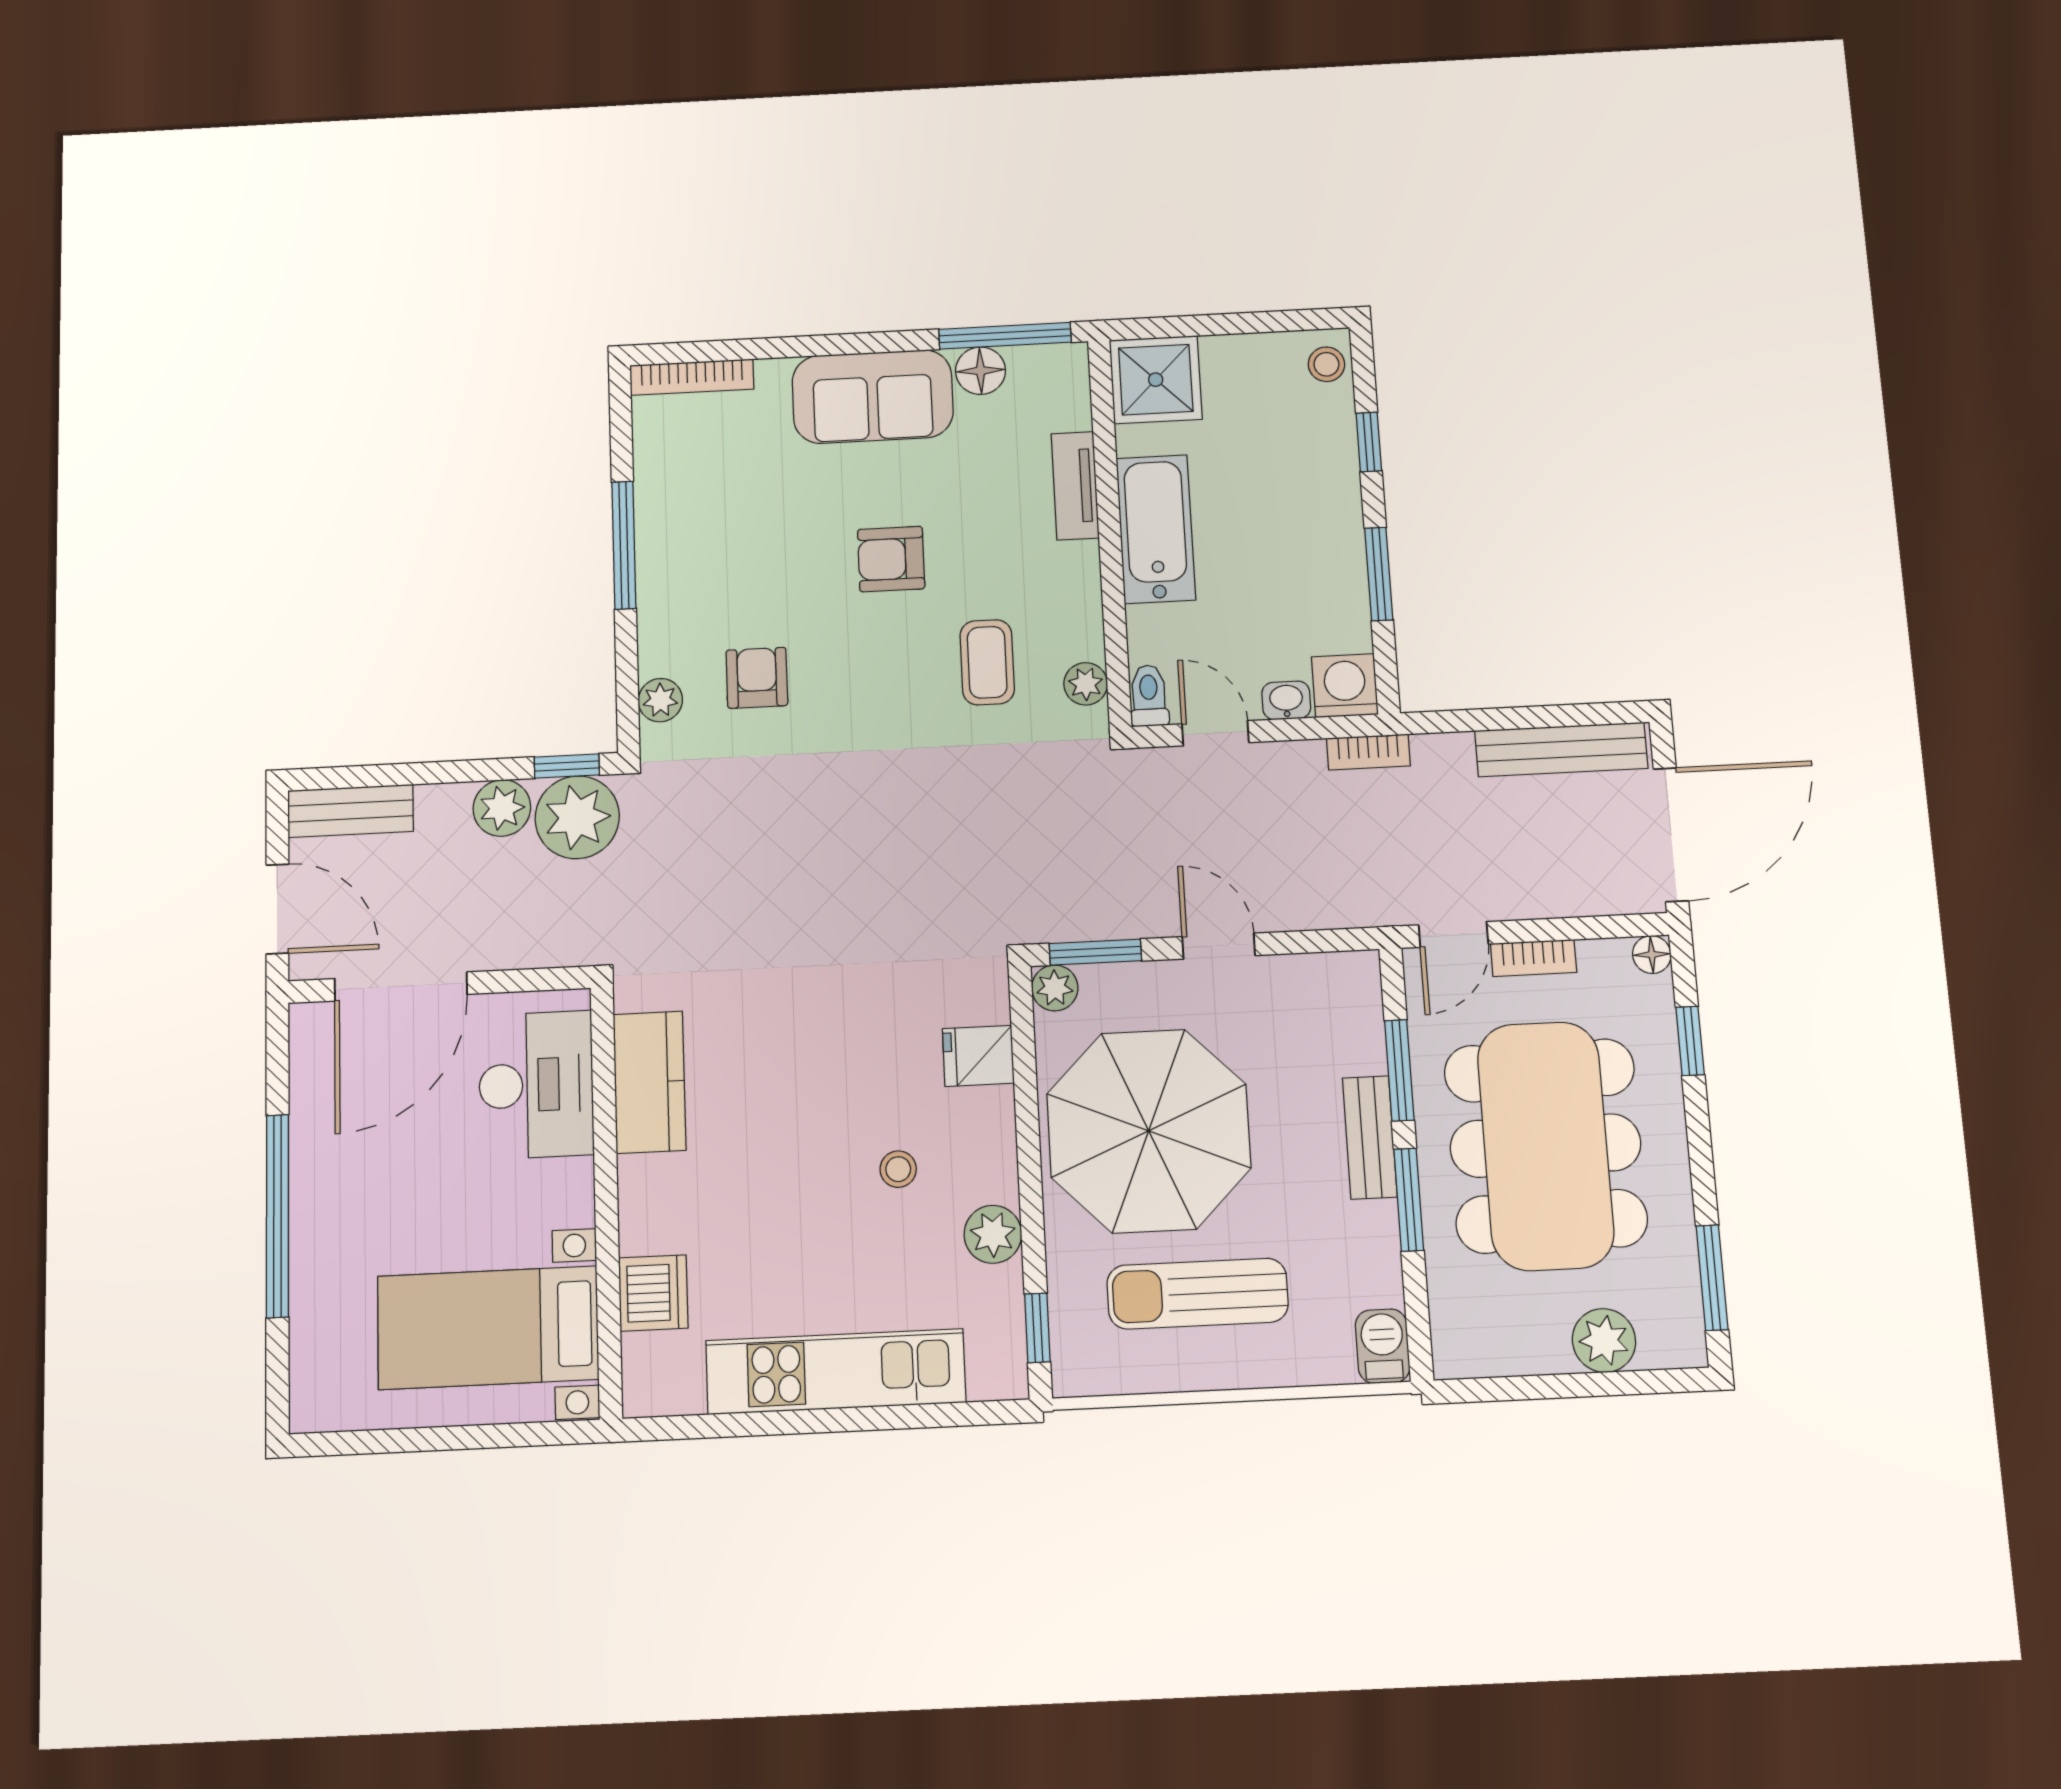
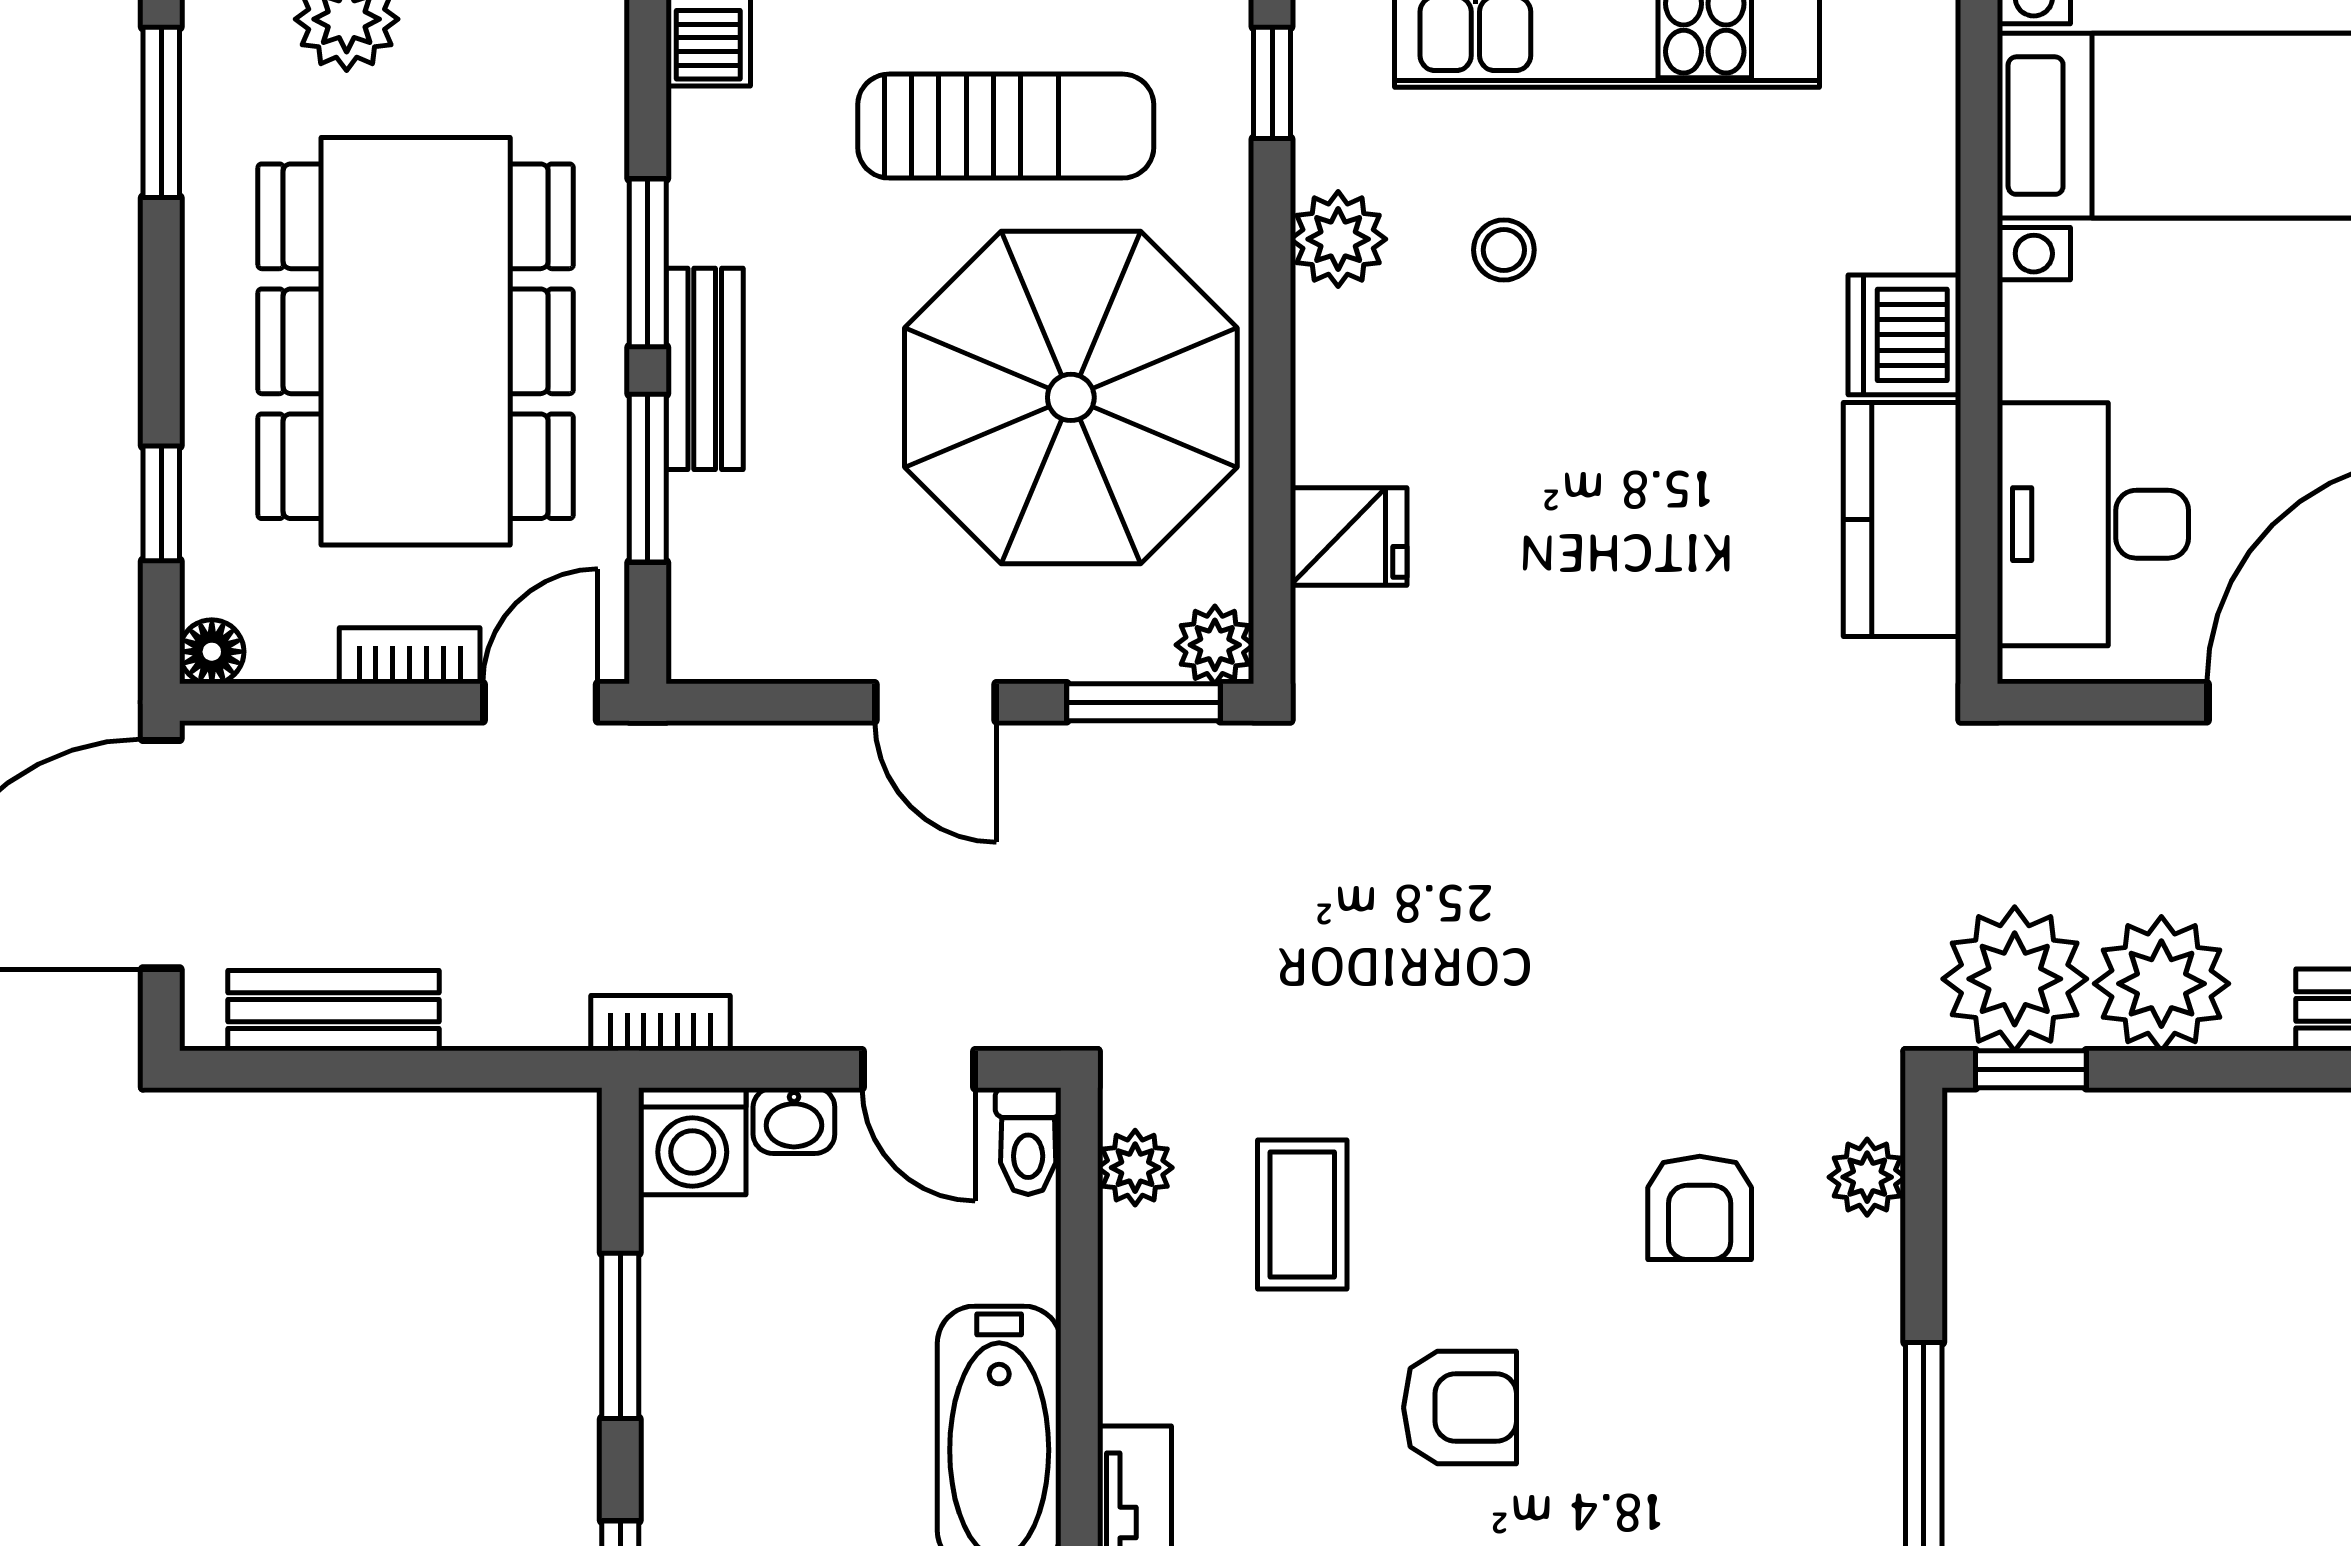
bench: (1561, 749) -> (333, 1011), width x0.73
plant: (502, 808) -> (2161, 984), width x1.36, depth x1.36
stool: (898, 1169) -> (1504, 250), moved
dishwasher: (653, 1293) -> (1904, 335), moved

